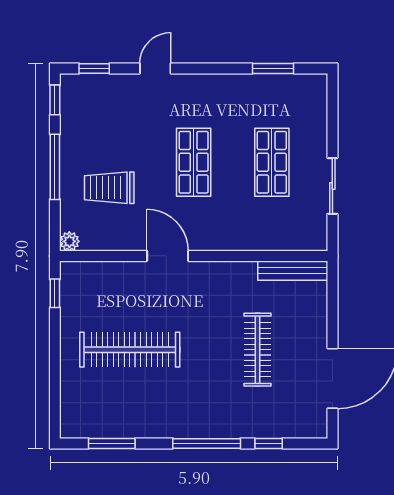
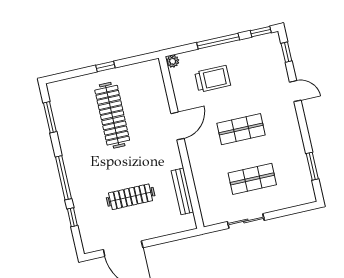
trolley: (109, 188) -> (213, 79), turned 90
bench: (293, 271) -> (182, 191), moved
window: (55, 293) -> (105, 67), moved

